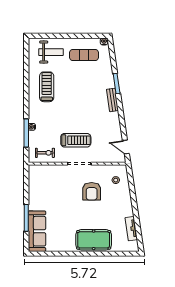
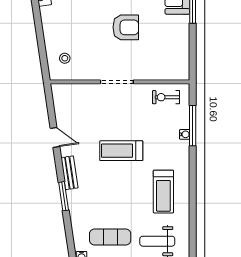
treadmill: (76, 140) -> (121, 151), moved
door: (126, 147) -> (55, 137), moved
armchair: (92, 191) -> (126, 27), moved, turned 90

